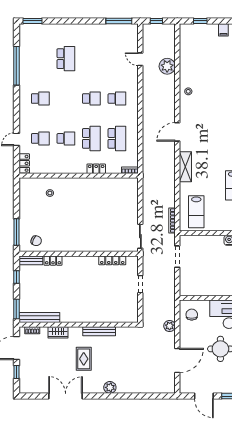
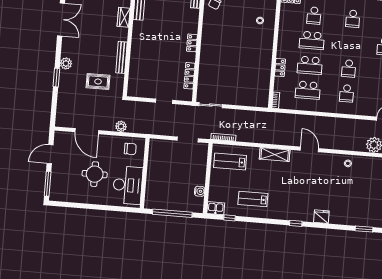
school desk: (66, 138) -> (312, 40), width x1.85
locker: (53, 261) -> (192, 43), moved
rug: (84, 359) -> (98, 82), moved
window: (125, 396) -> (56, 78), added

